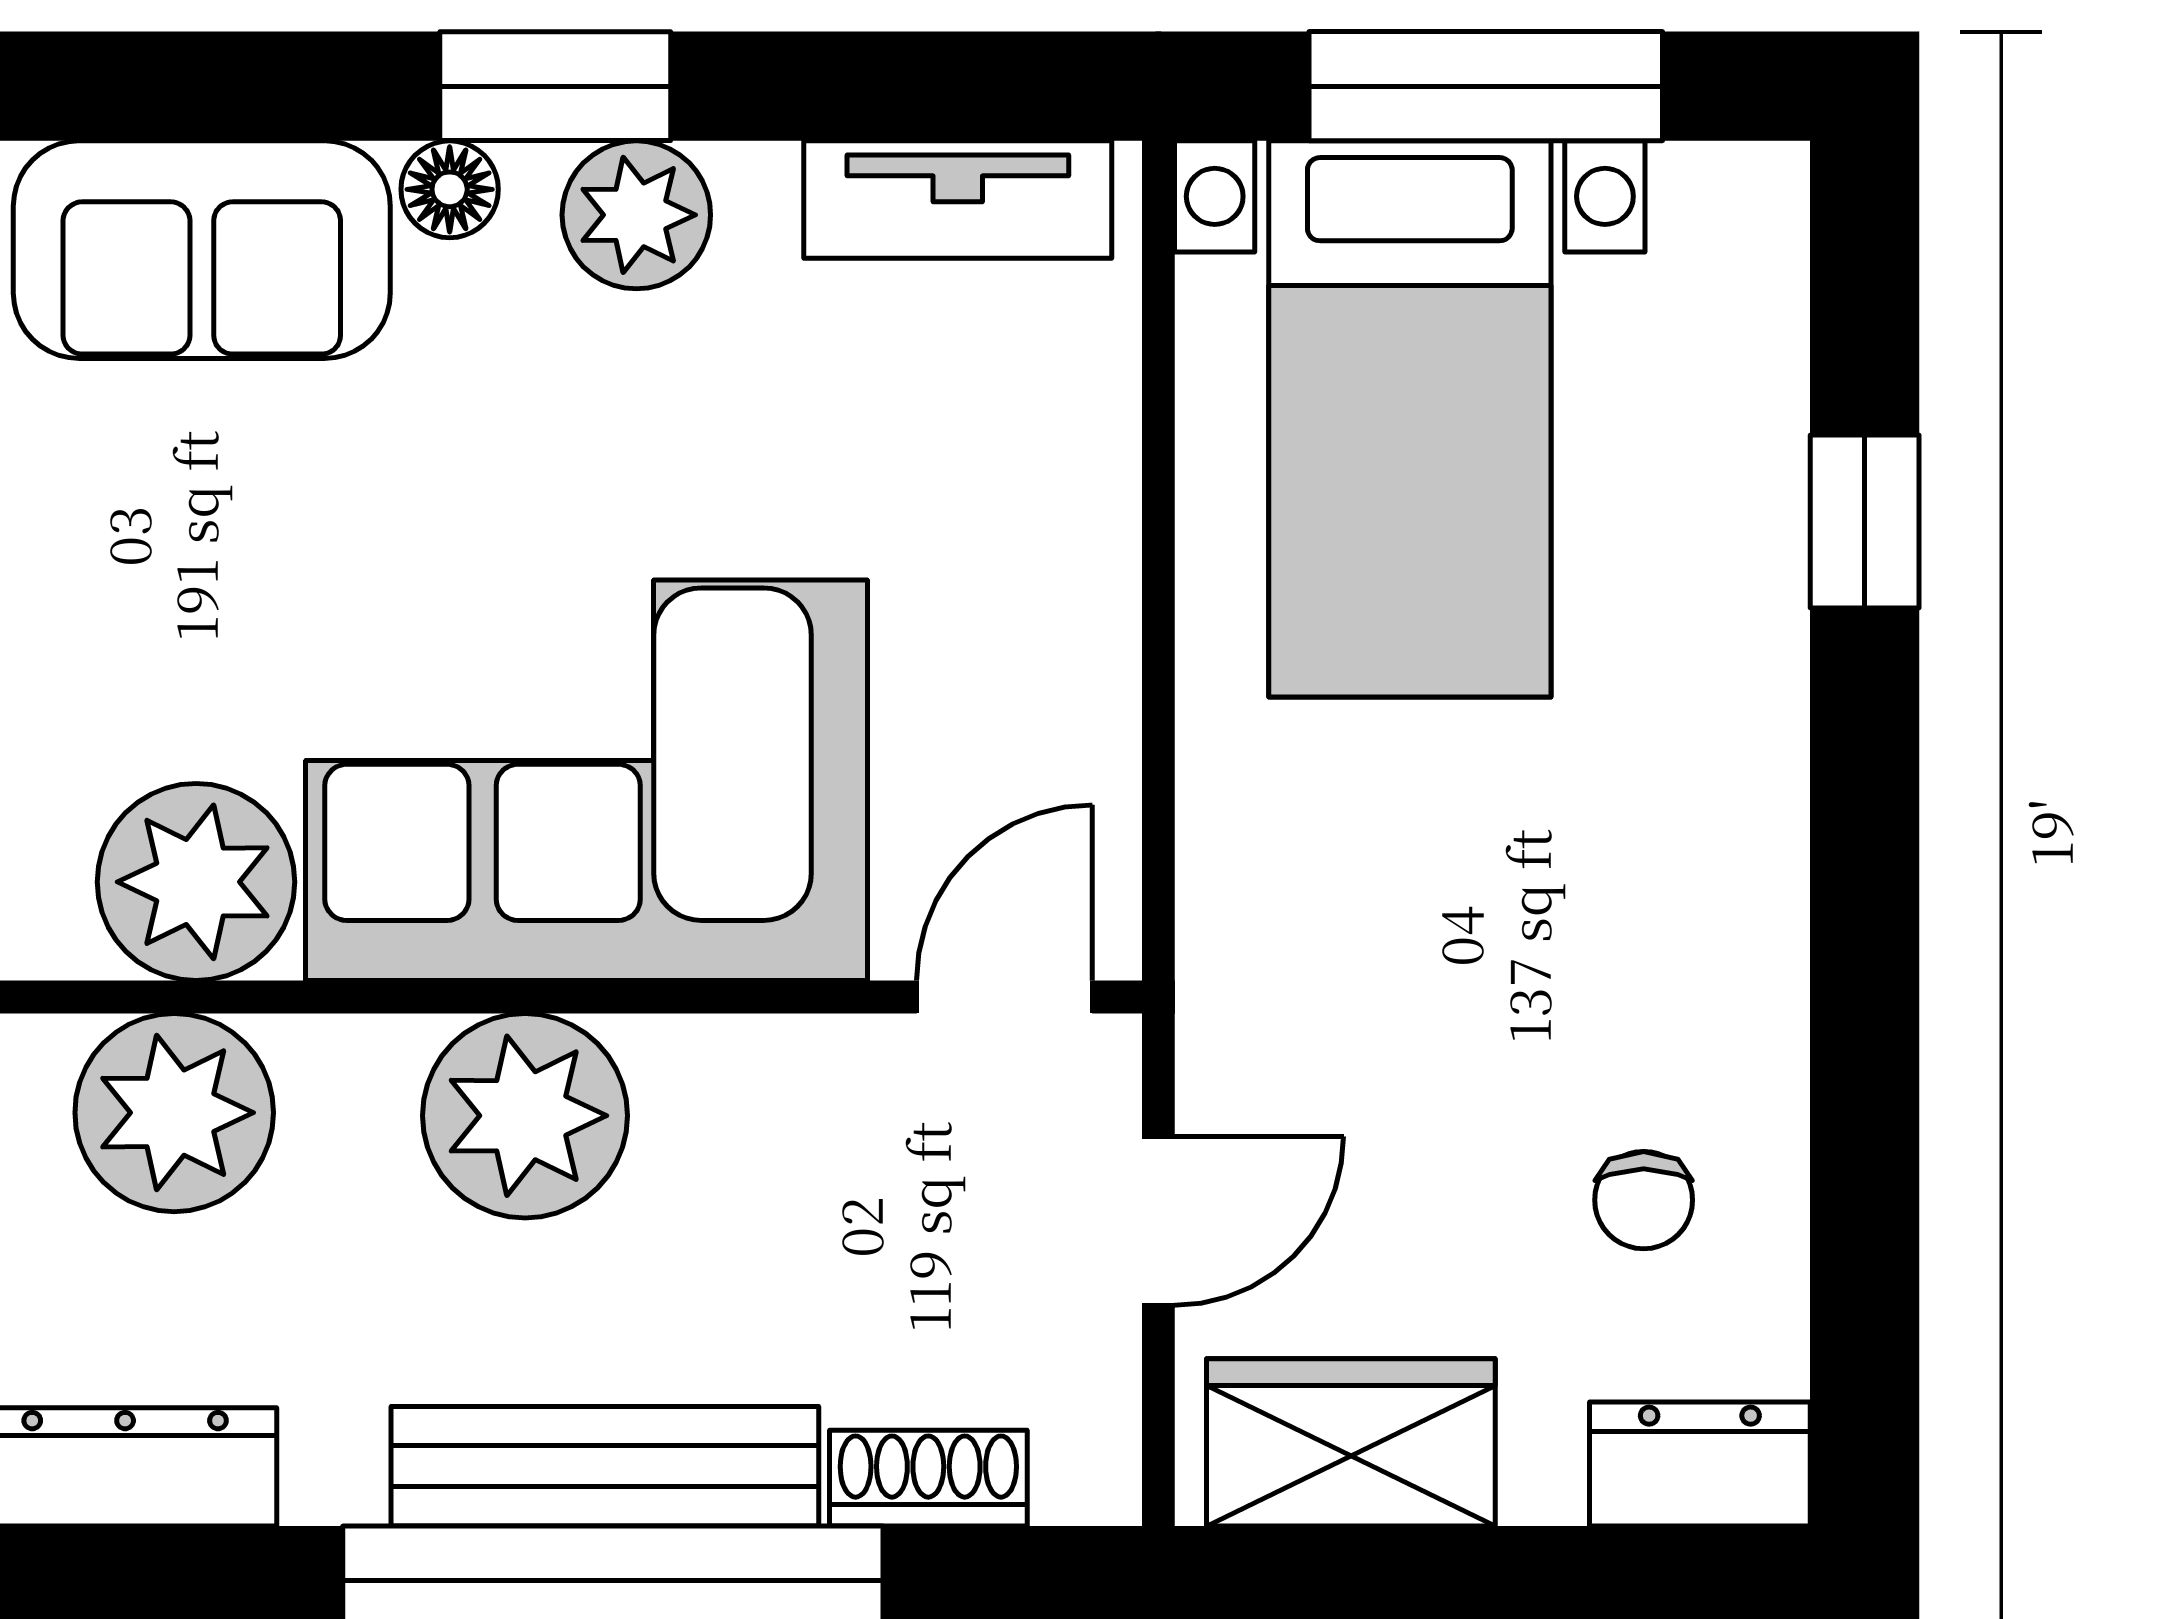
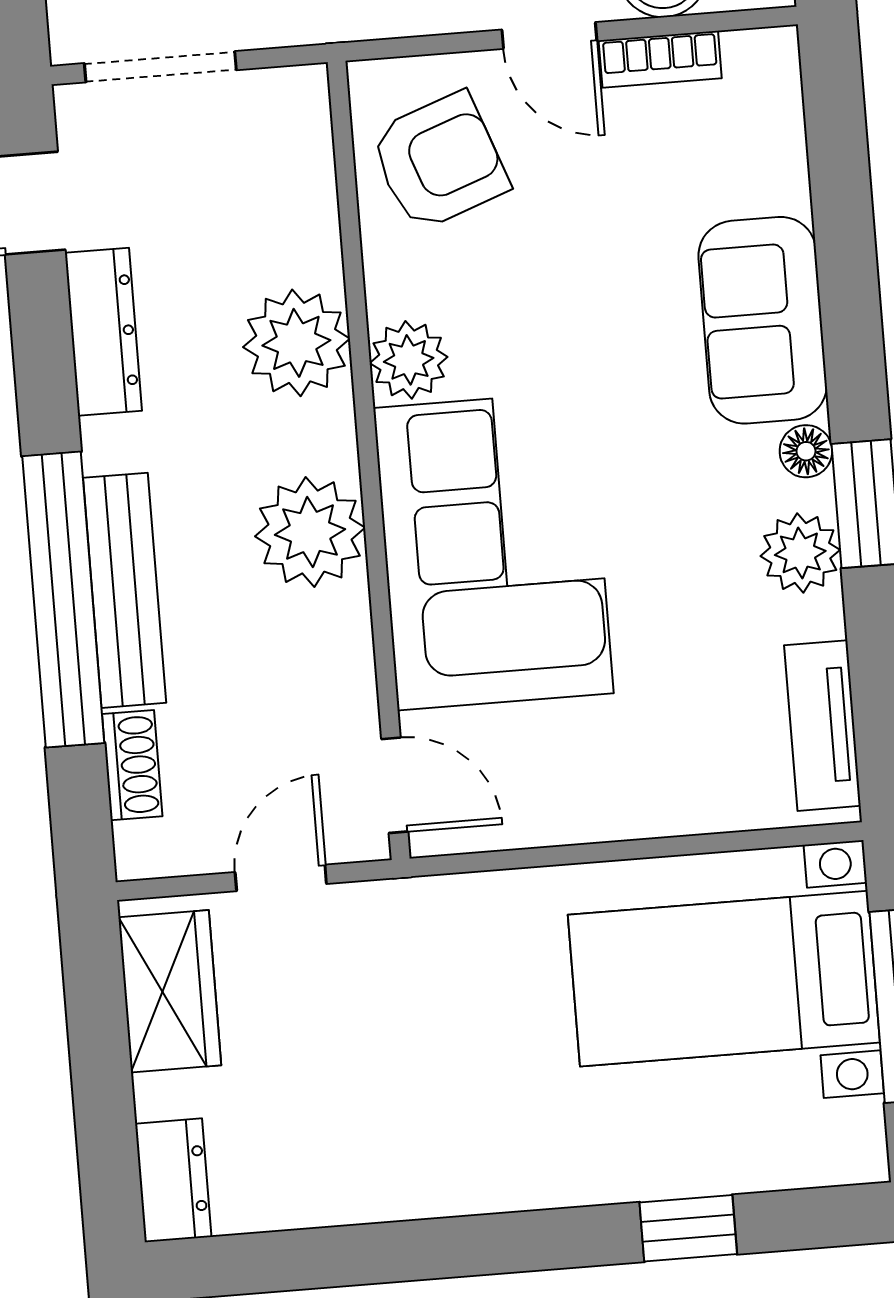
plant: (196, 882) -> (409, 360), width x0.73, depth x0.73
chair: (1644, 1200) -> (313, 1139), removed
door: (1158, 1221) -> (281, 878), swing flipped

